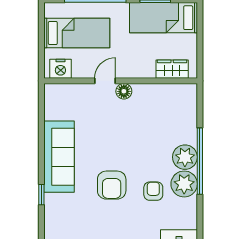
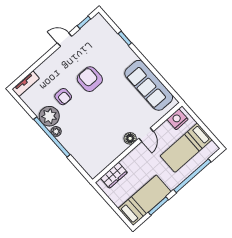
sofa: (59, 157) -> (149, 85), moved
plant: (185, 157) -> (56, 131), width x0.53, depth x0.53

